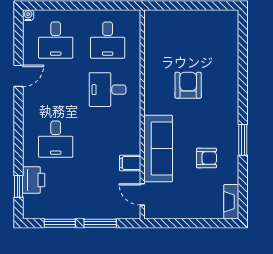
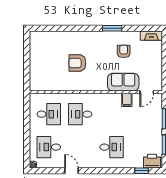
desk: (56, 40) -> (49, 147), turned 180
desk: (108, 90) -> (80, 114), turned 90
sofa: (158, 148) -> (123, 82), width x0.73
printer: (34, 180) -> (152, 161), moved

